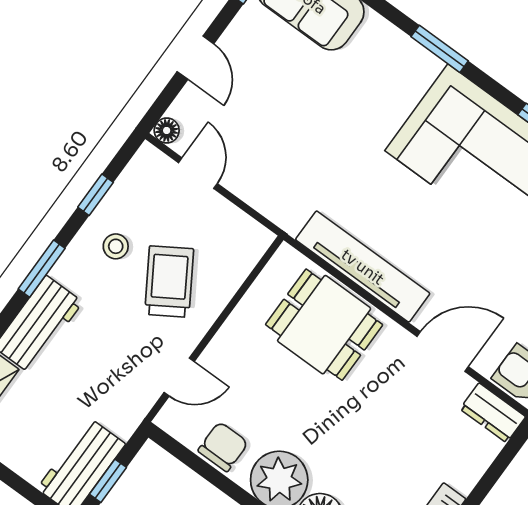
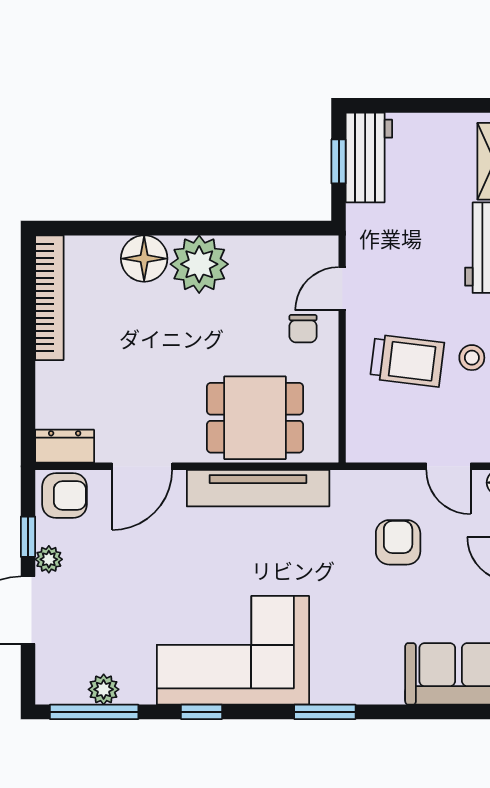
armchair: (282, 142) -> (398, 542), added
trolley: (169, 282) -> (407, 361), turned -51
chair: (223, 447) -> (303, 329), moved, width x0.73, depth x0.73

